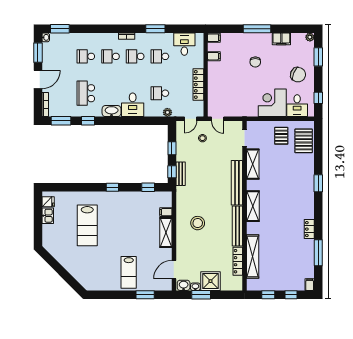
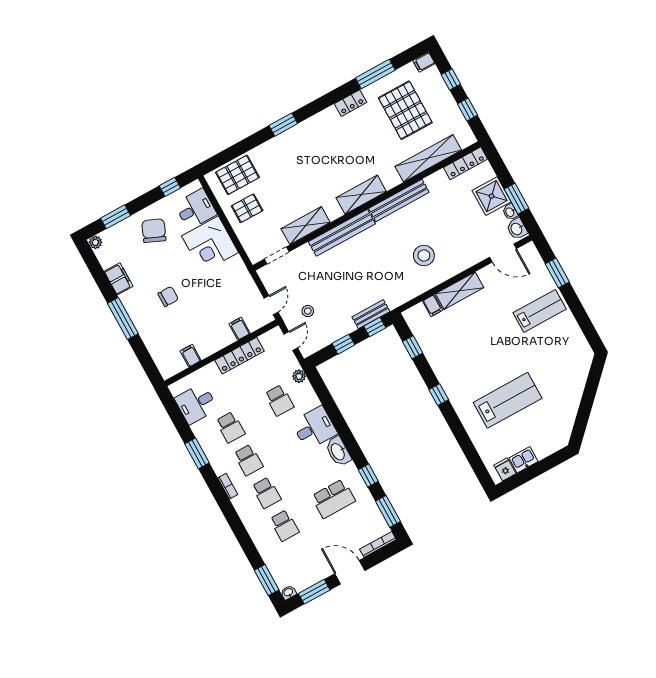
filing cabinet: (214, 38) -> (240, 329), moved
door: (191, 119) -> (291, 341), hinge flipped
pallet: (288, 259) -> (405, 110), added
locker: (238, 261) -> (465, 163), moved

